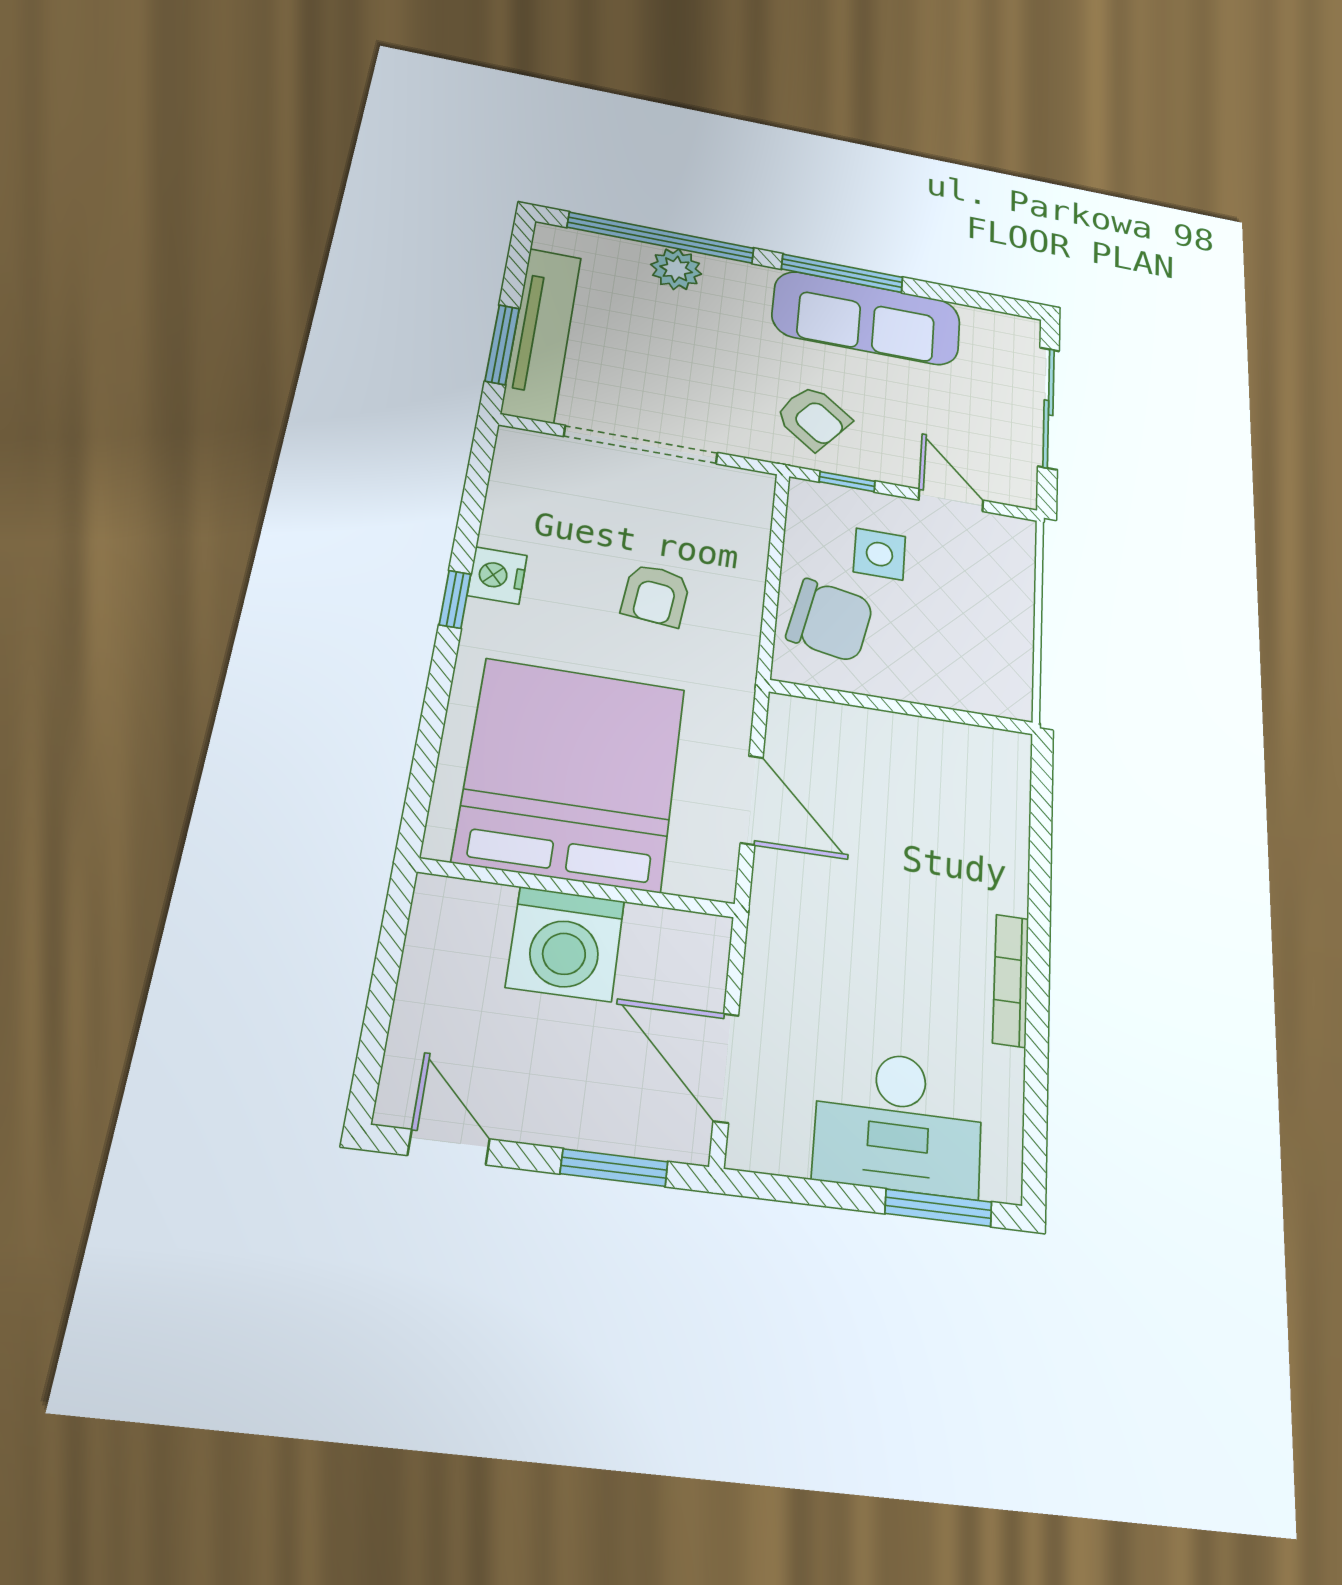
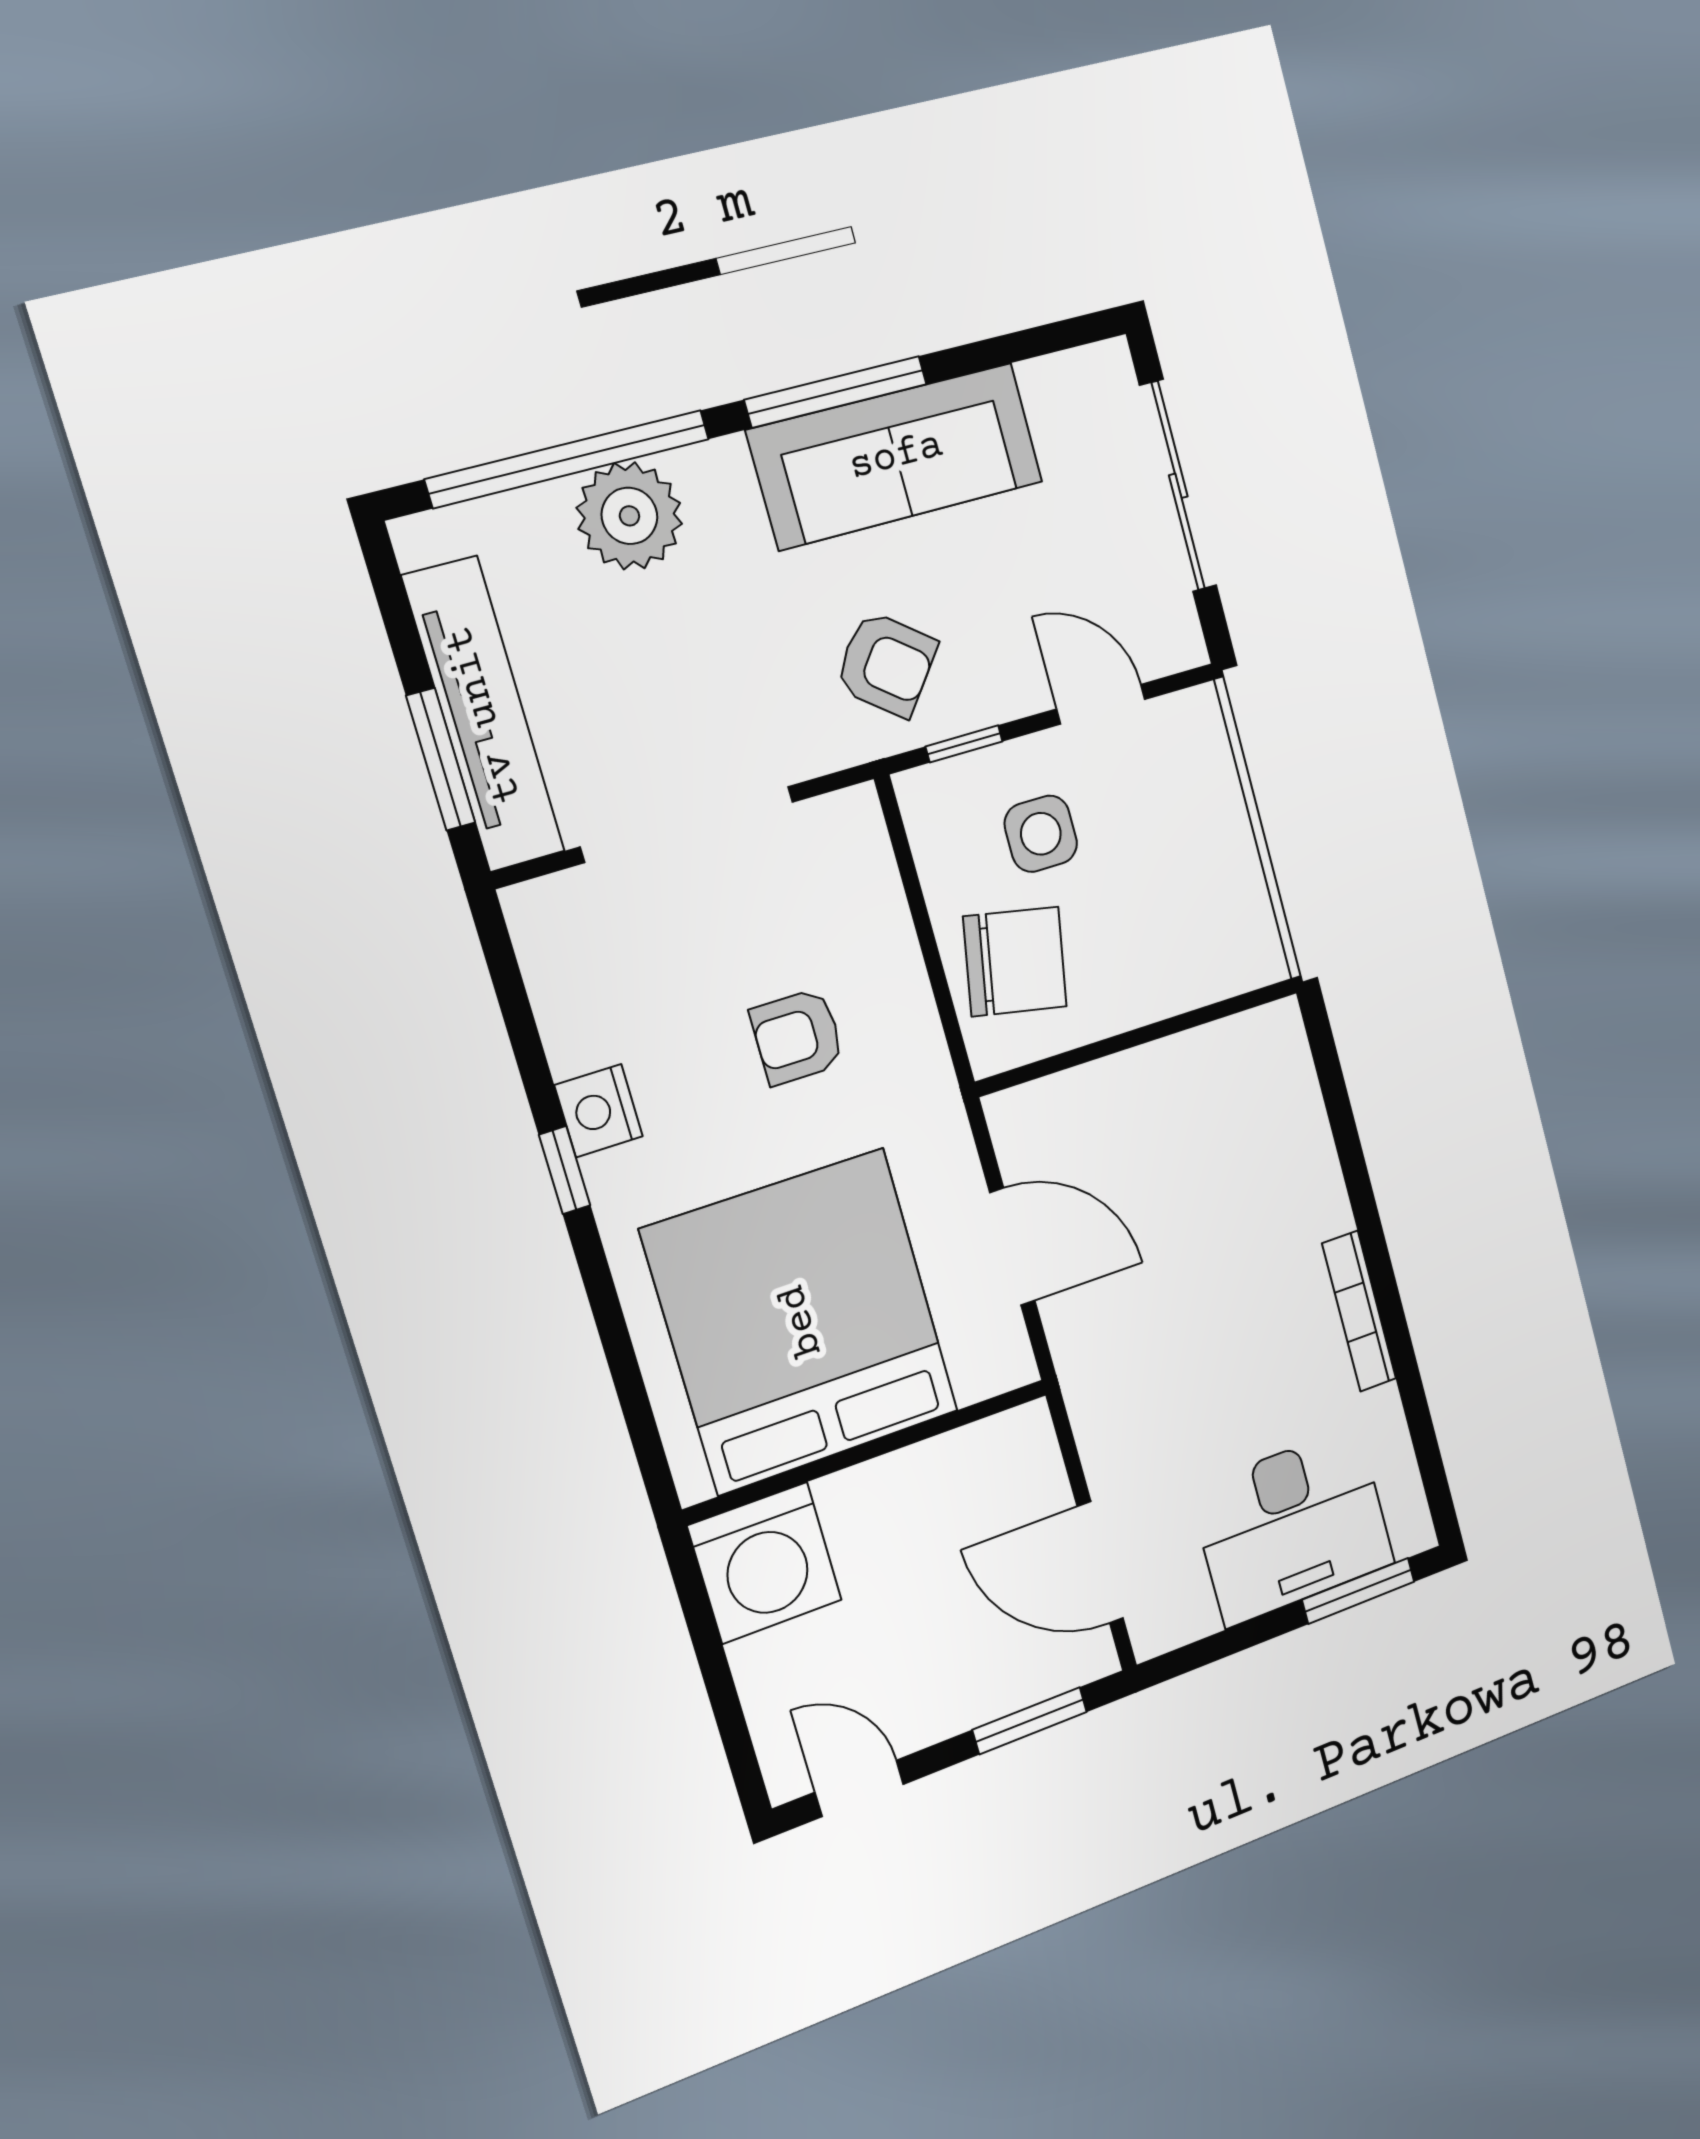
plant: (676, 269) -> (629, 516), width x1.36, depth x1.36
armchair: (656, 595) -> (797, 1037), turned 84
washing machine: (565, 944) -> (765, 1563), moved

